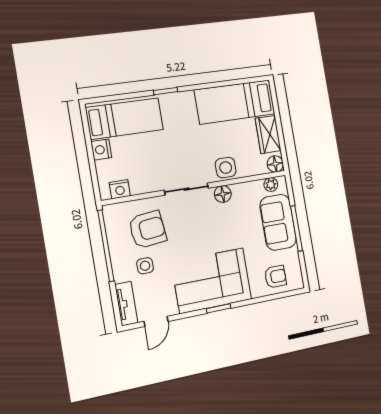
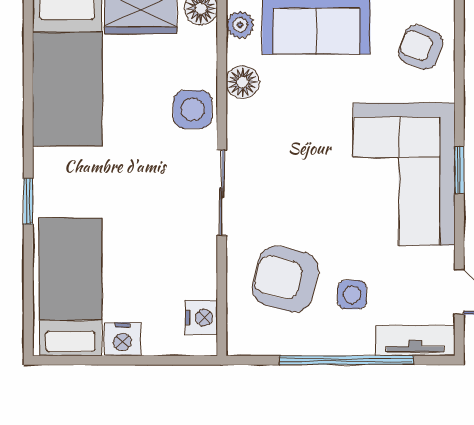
floor lamp: (223, 194) -> (243, 82), moved
armchair: (147, 230) -> (285, 279), turned -70
window: (106, 246) -> (346, 360), moved
armchair: (275, 277) -> (421, 47), turned -69

